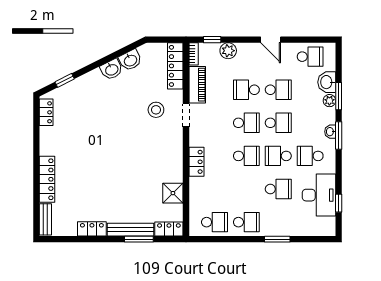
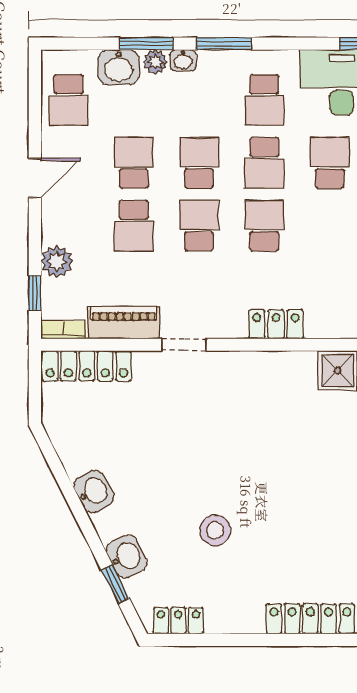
school desk: (310, 57) -> (68, 100), turned 180
washbasin: (130, 60) -> (127, 556), moved
stool: (156, 110) -> (215, 530), moved
washbasin: (330, 132) -> (183, 60), moved

